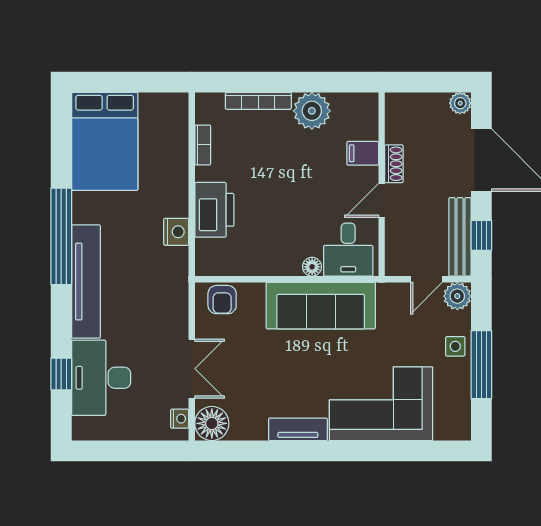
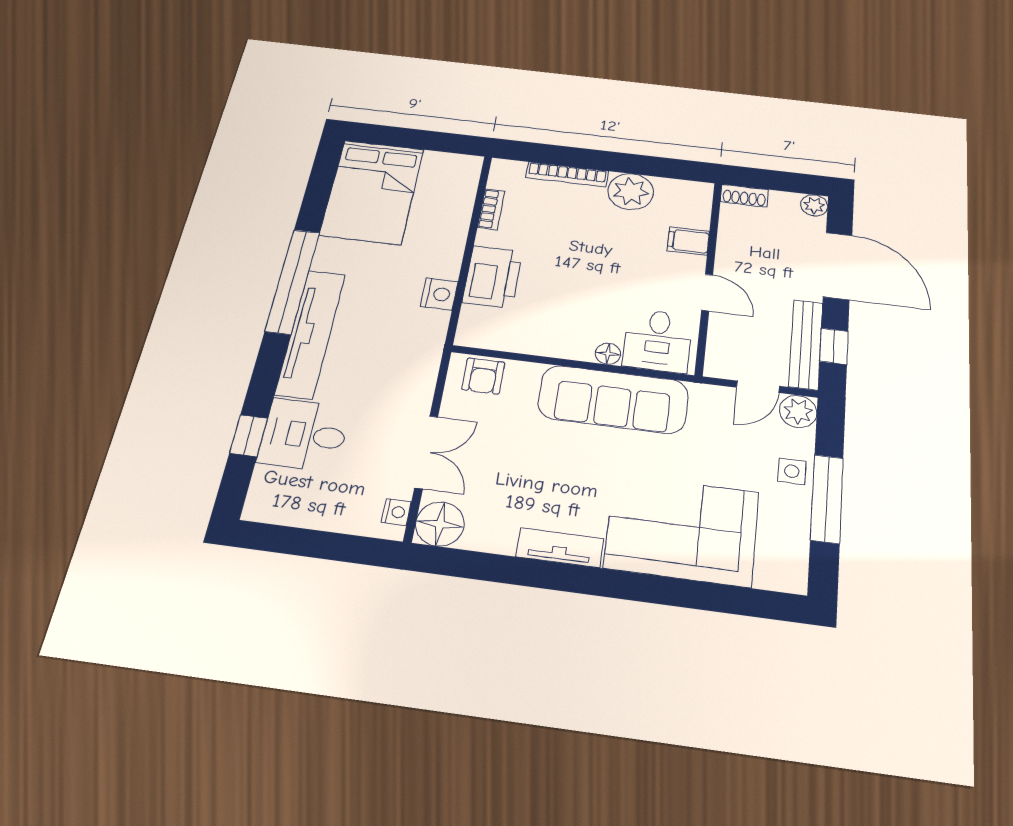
shoe rack: (394, 164) -> (744, 196), moved, turned 90
door: (382, 200) -> (707, 293), swing flipped
desk: (101, 378) -> (304, 435), width x0.73

